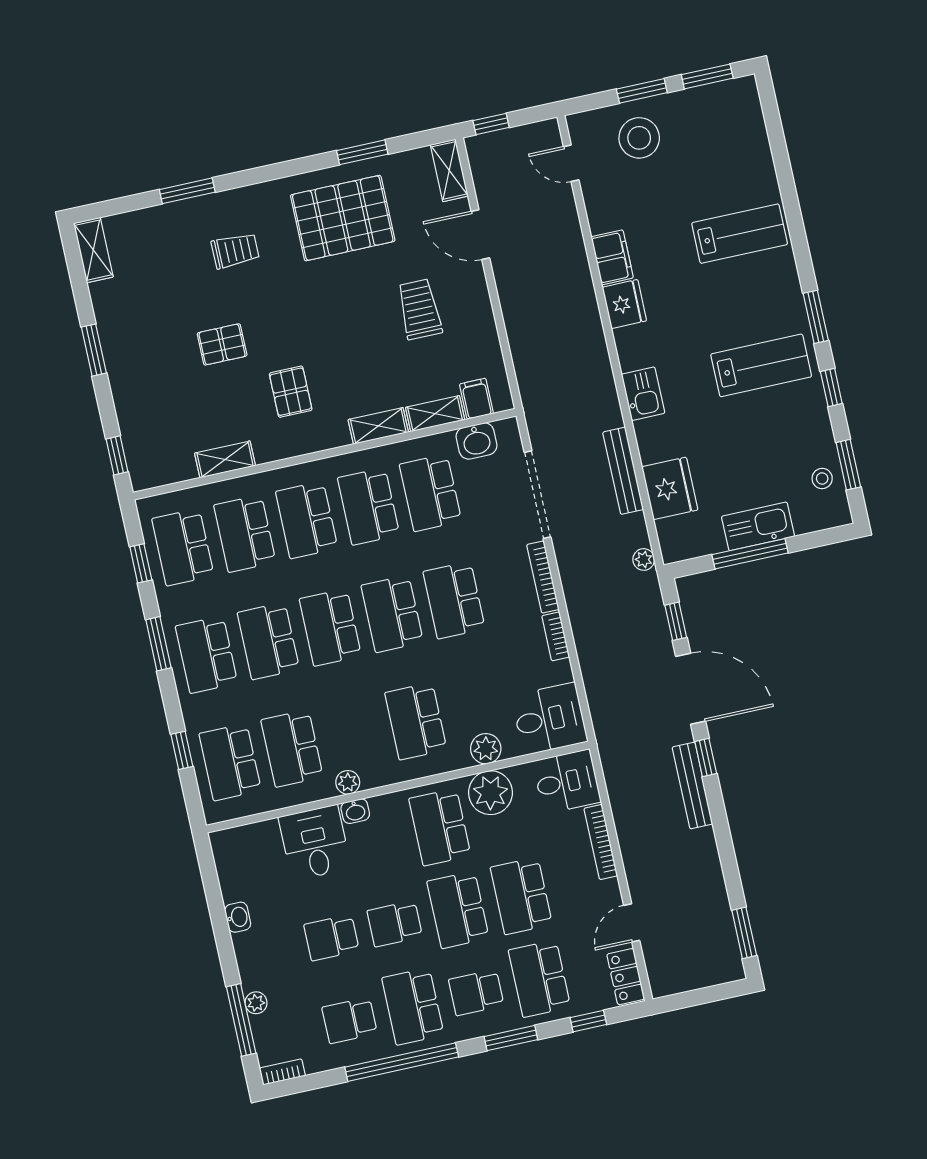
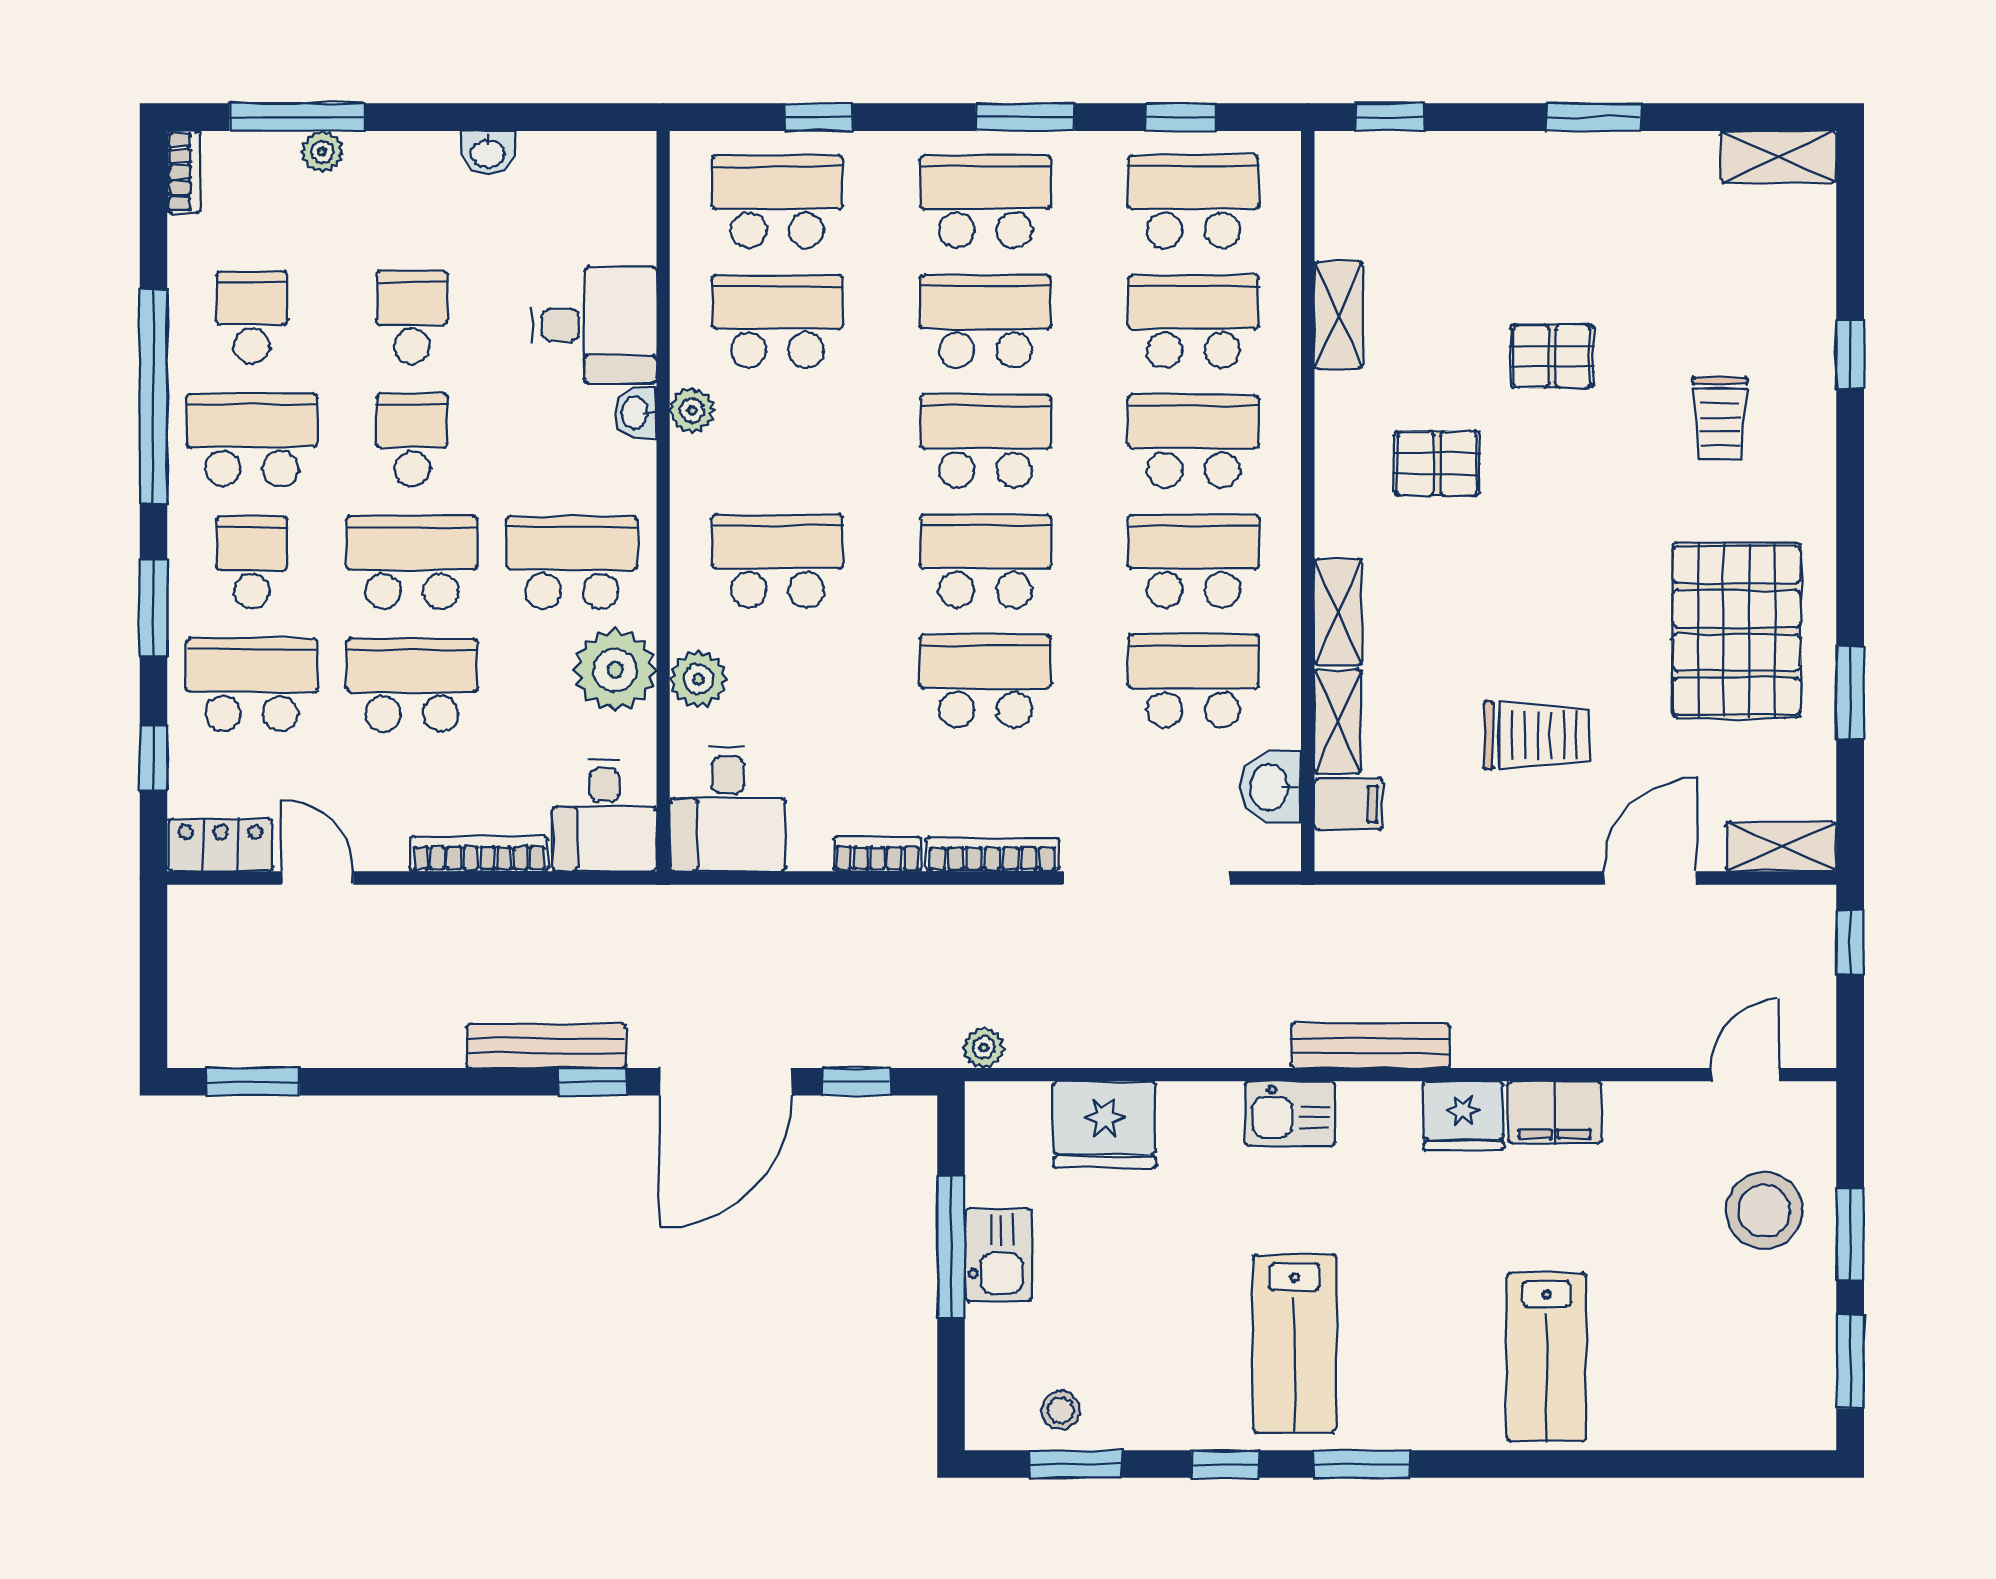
window: (187, 191) -> (1850, 354), width x0.67
pallet: (222, 344) -> (1552, 356), turned 90
bench: (623, 471) -> (1370, 1046), moved
kitchen sink: (758, 526) -> (998, 1255), width x0.73

